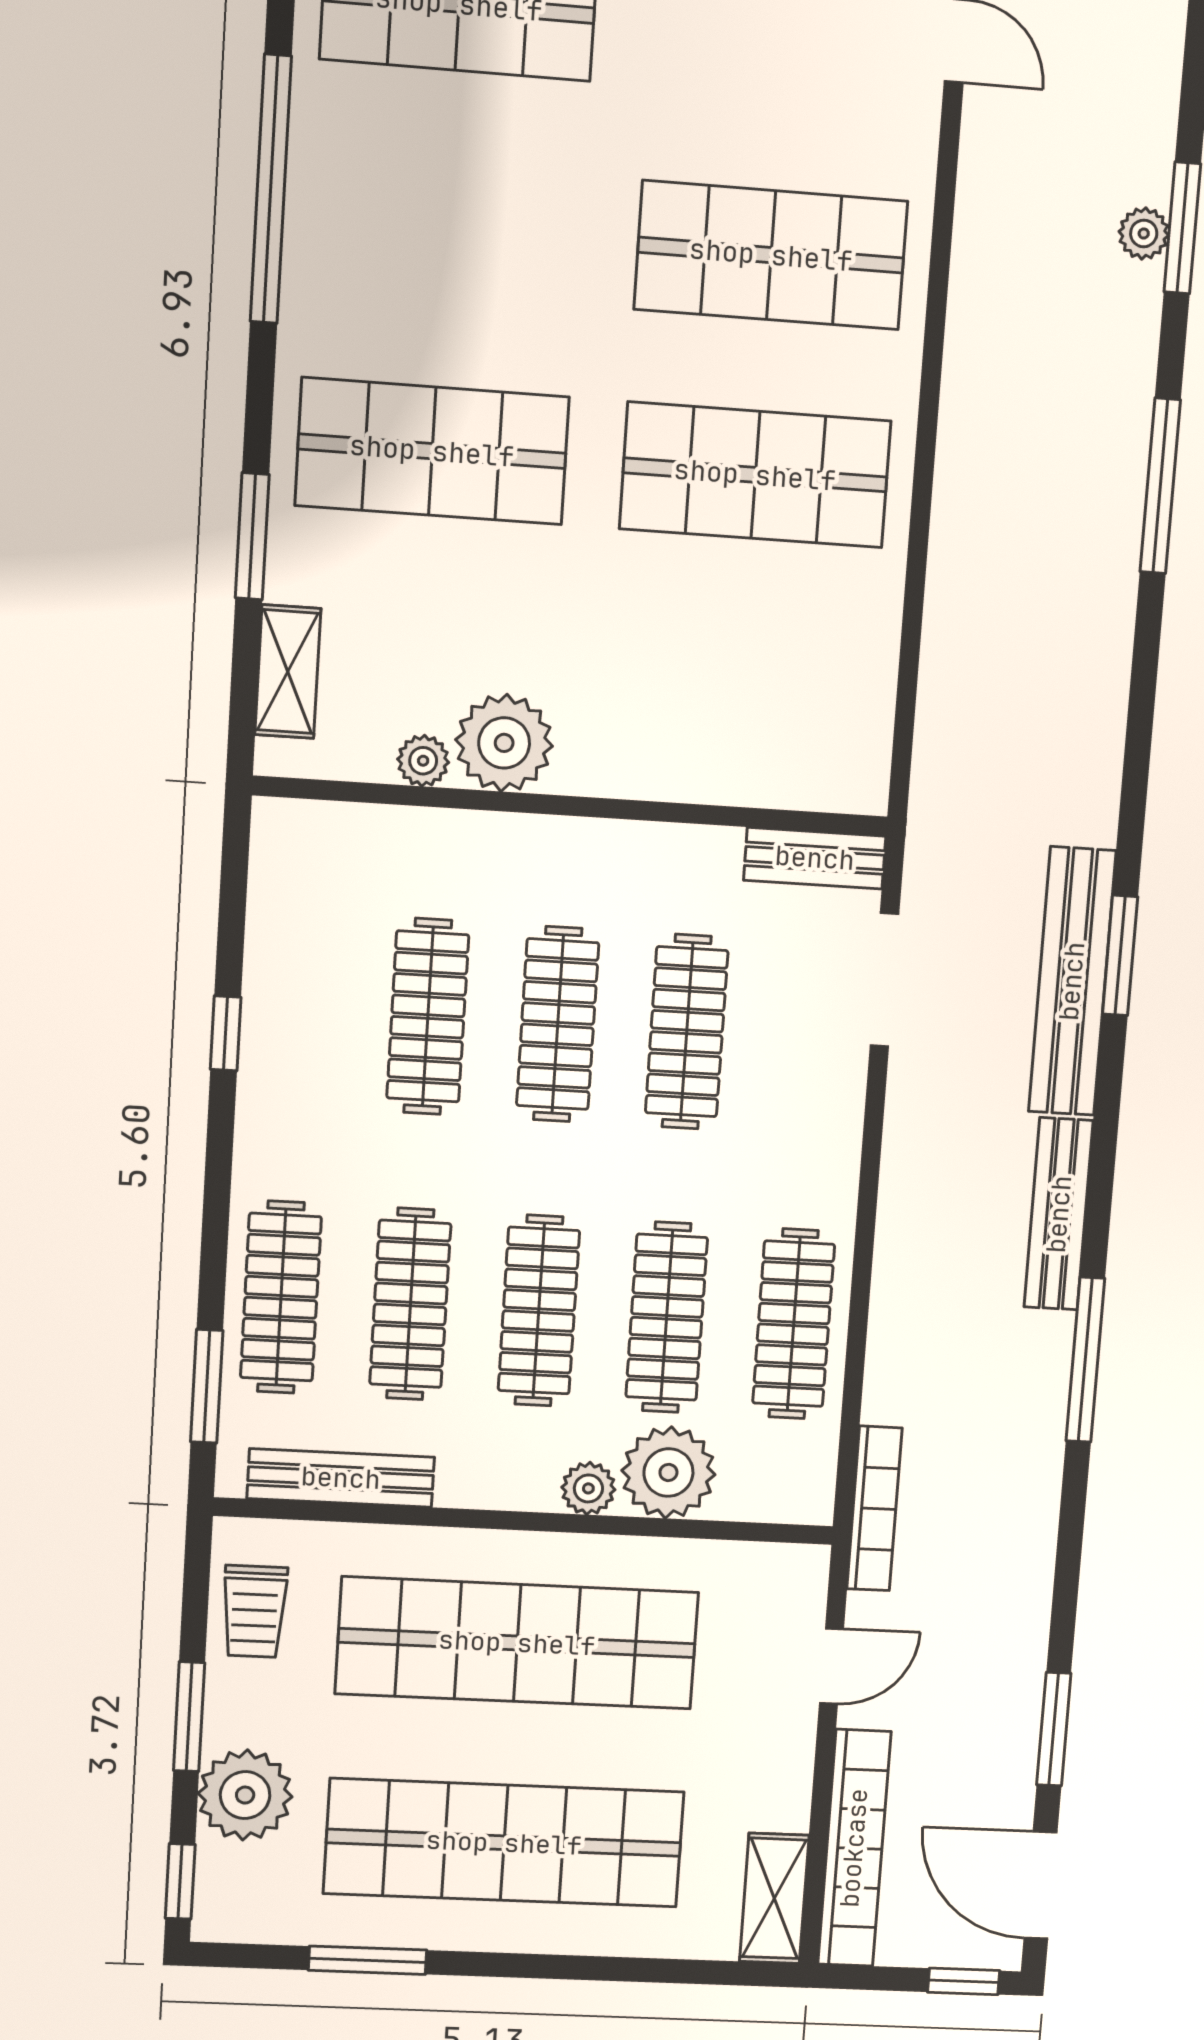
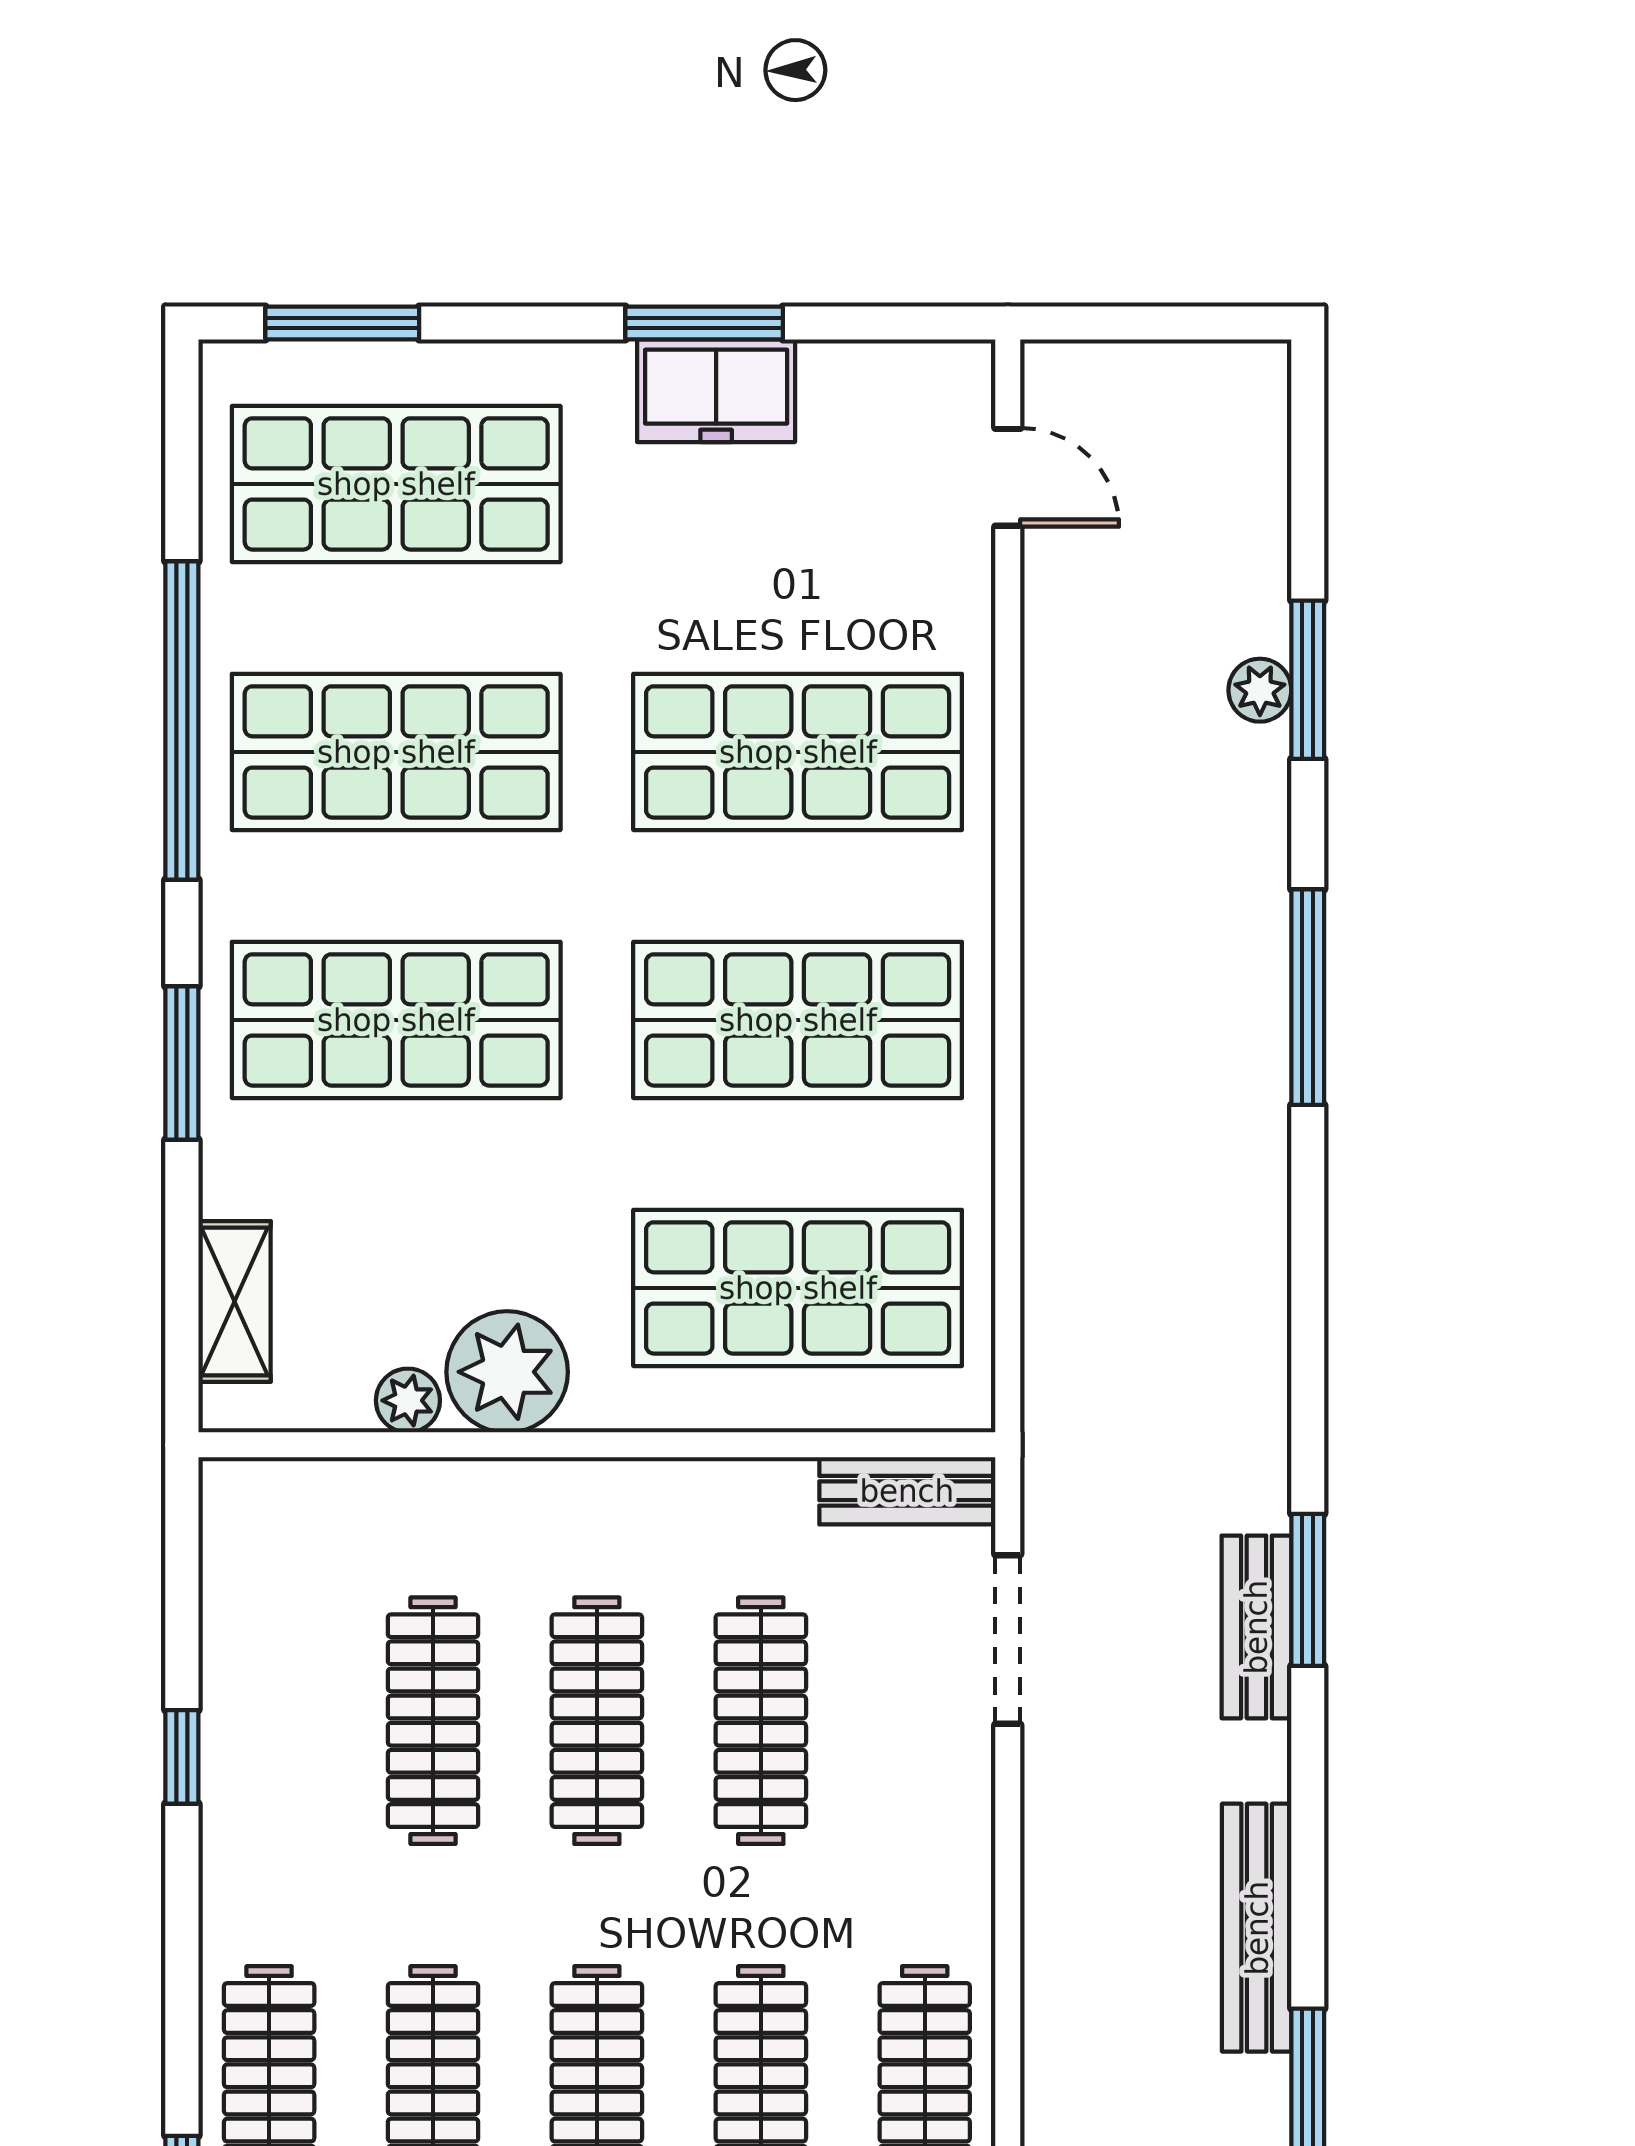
shop shelf: (445, 230) -> (396, 752), added
window: (252, 536) -> (182, 1063), moved
shop shelf: (740, 691) -> (798, 1288), added
bench: (1072, 981) -> (1256, 1627), width x0.54, depth x0.82

